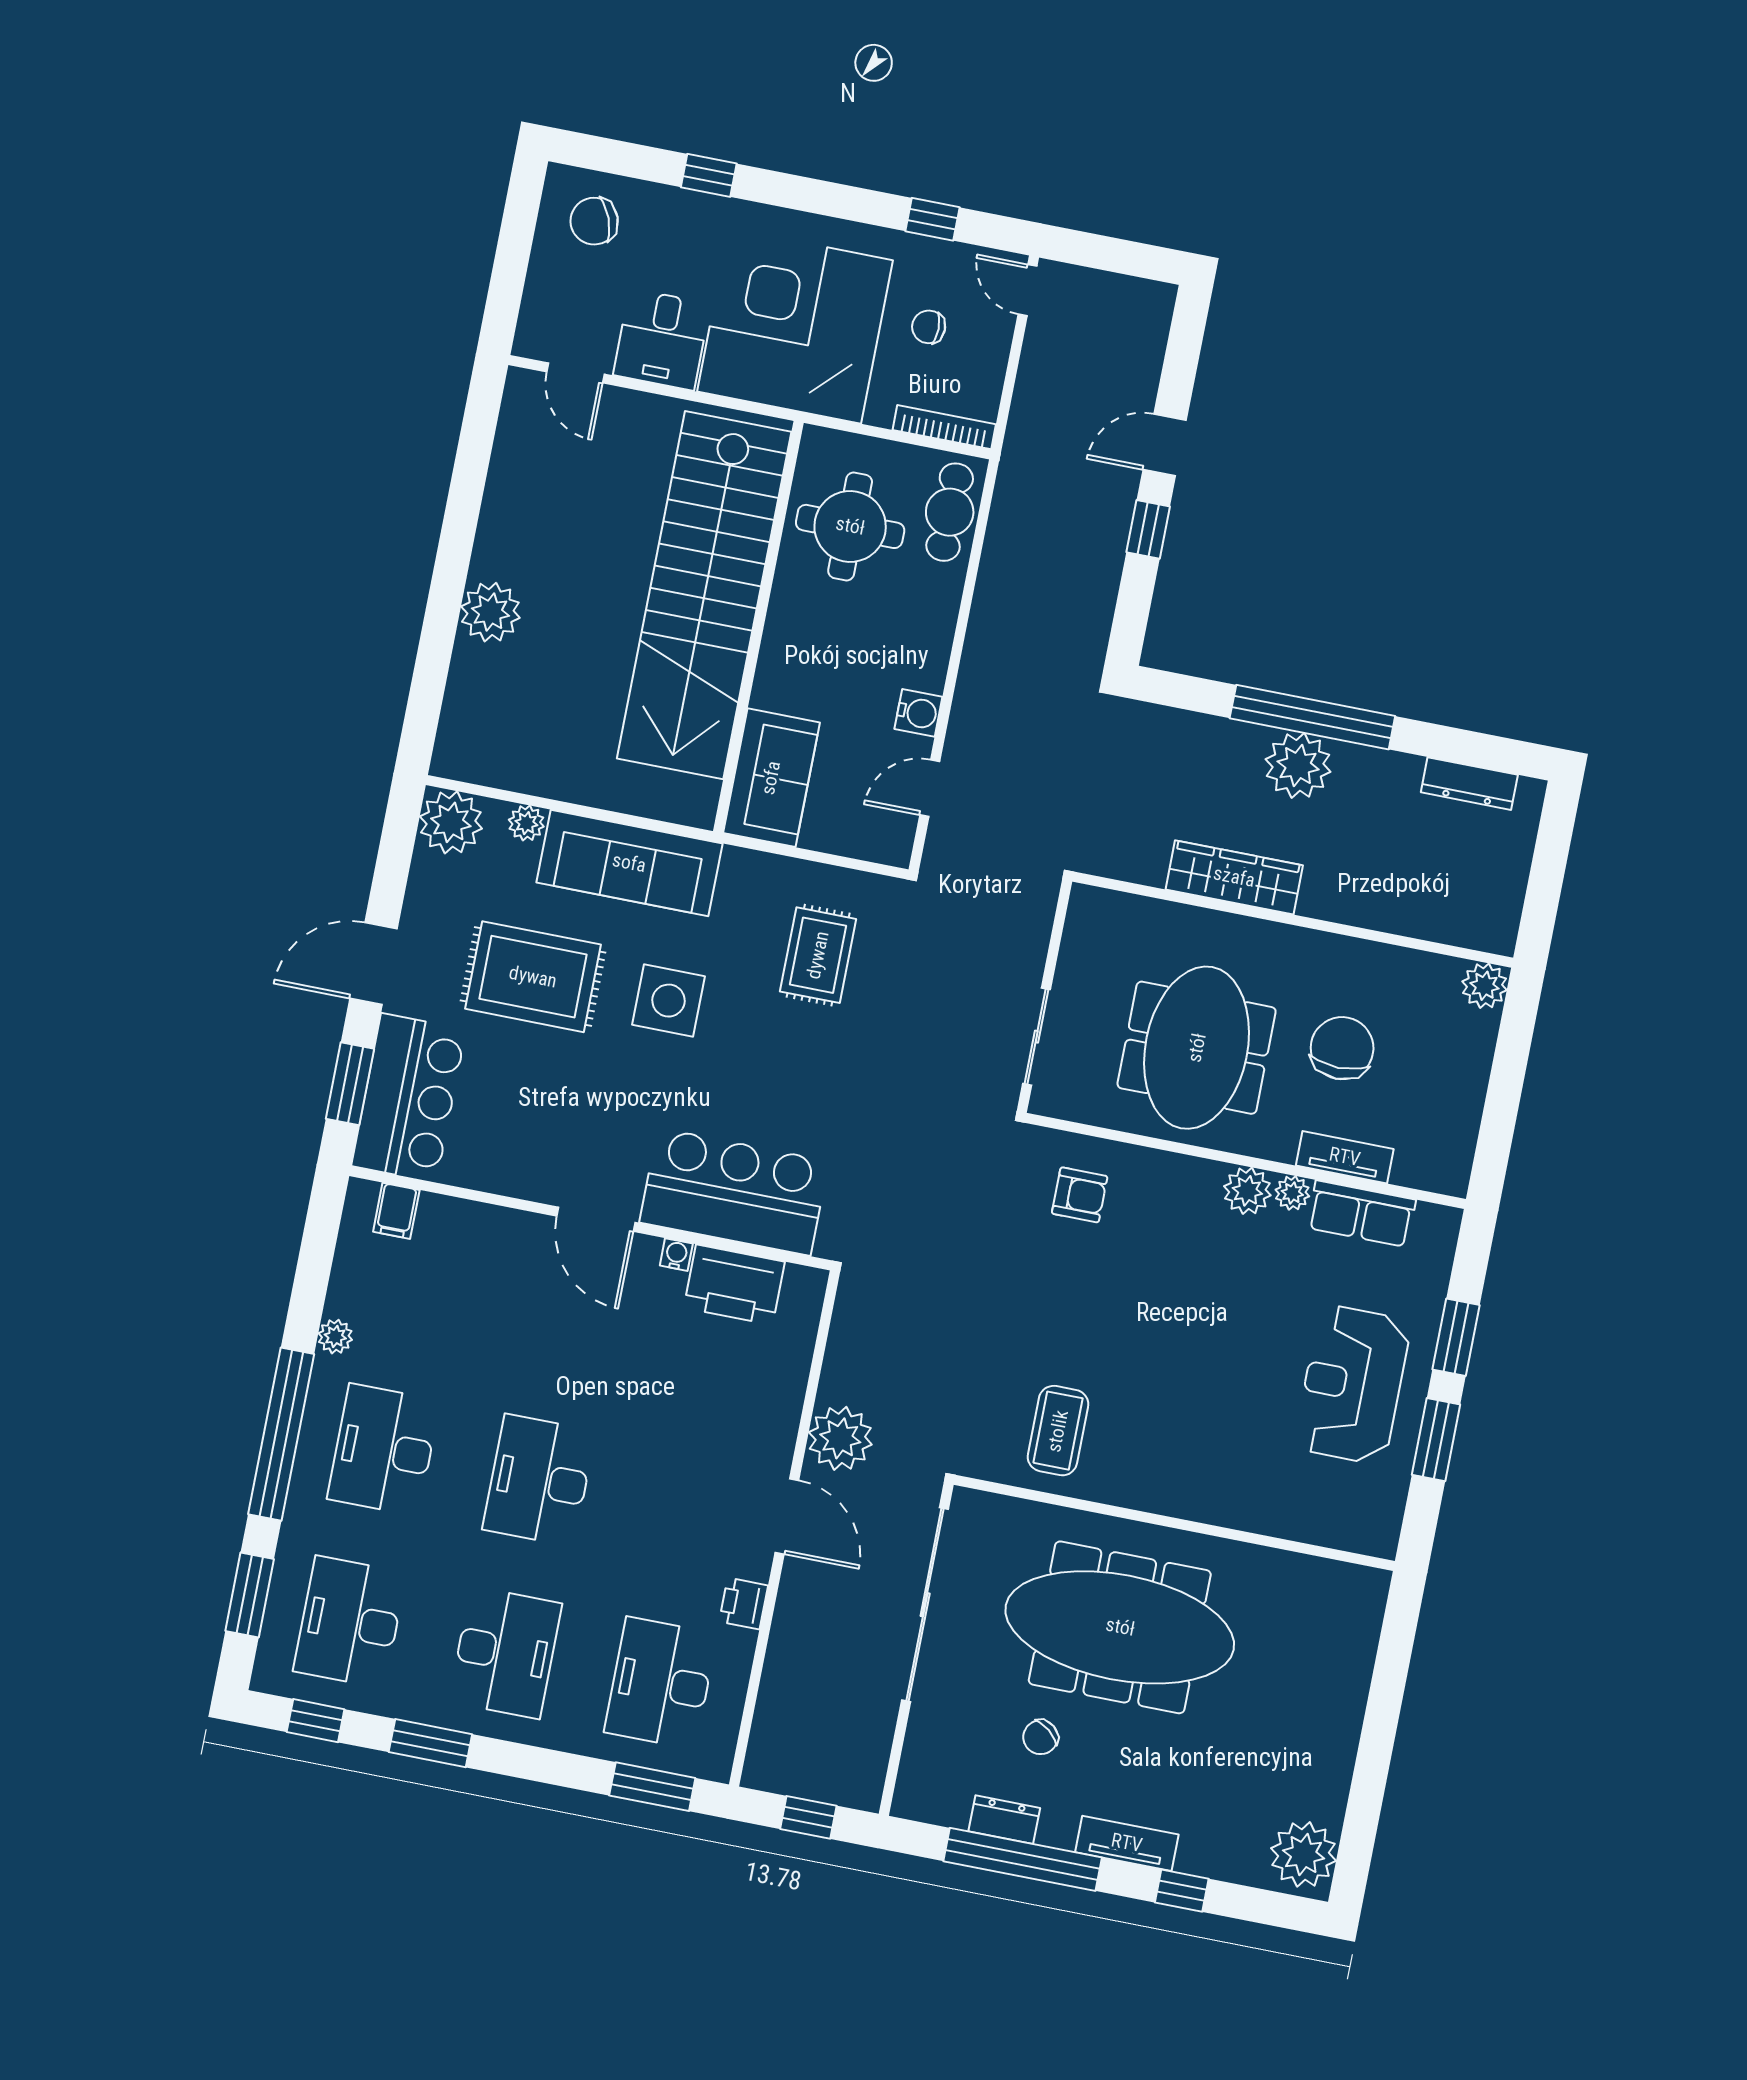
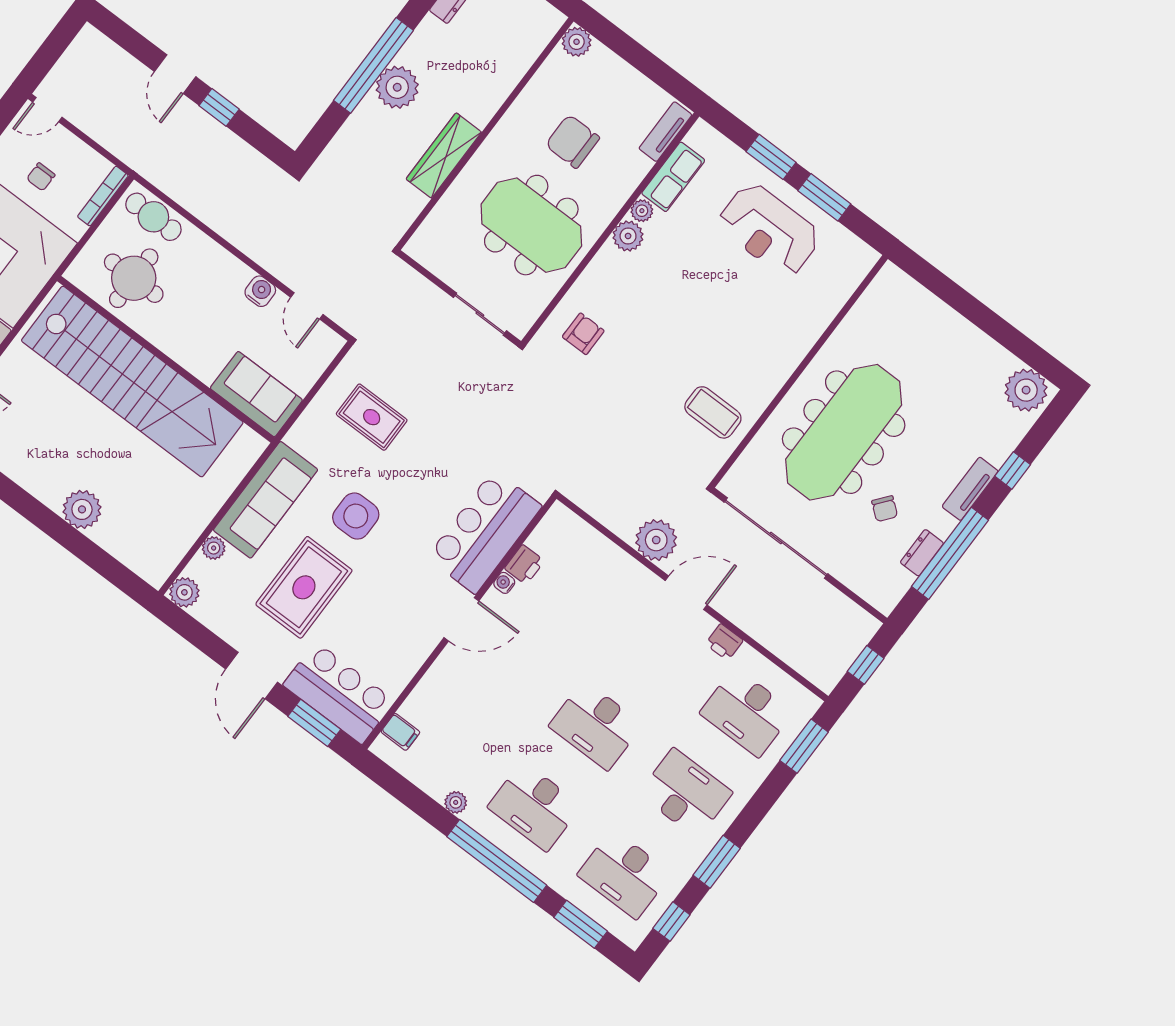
plant: (451, 822) -> (184, 592), width x0.73, depth x0.73
tv unit: (1345, 1157) -> (665, 132), moved
printer: (734, 1285) -> (524, 565), width x0.53, depth x0.68

